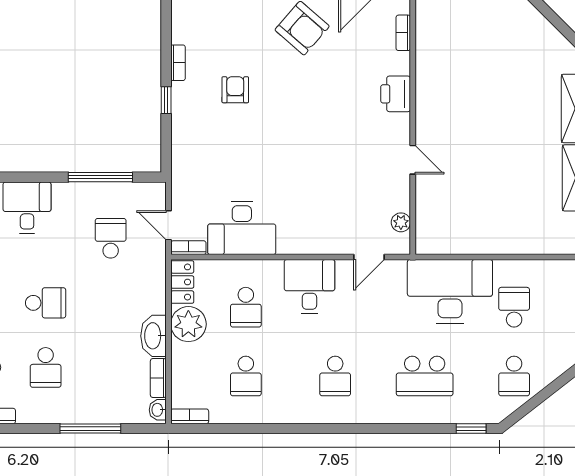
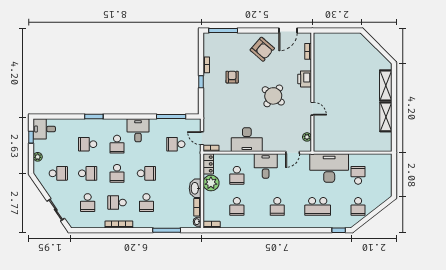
round table: (326, 131) -> (273, 96), added
desk: (242, 228) -> (247, 140), moved
school desk: (111, 238) -> (176, 144), turned -90

